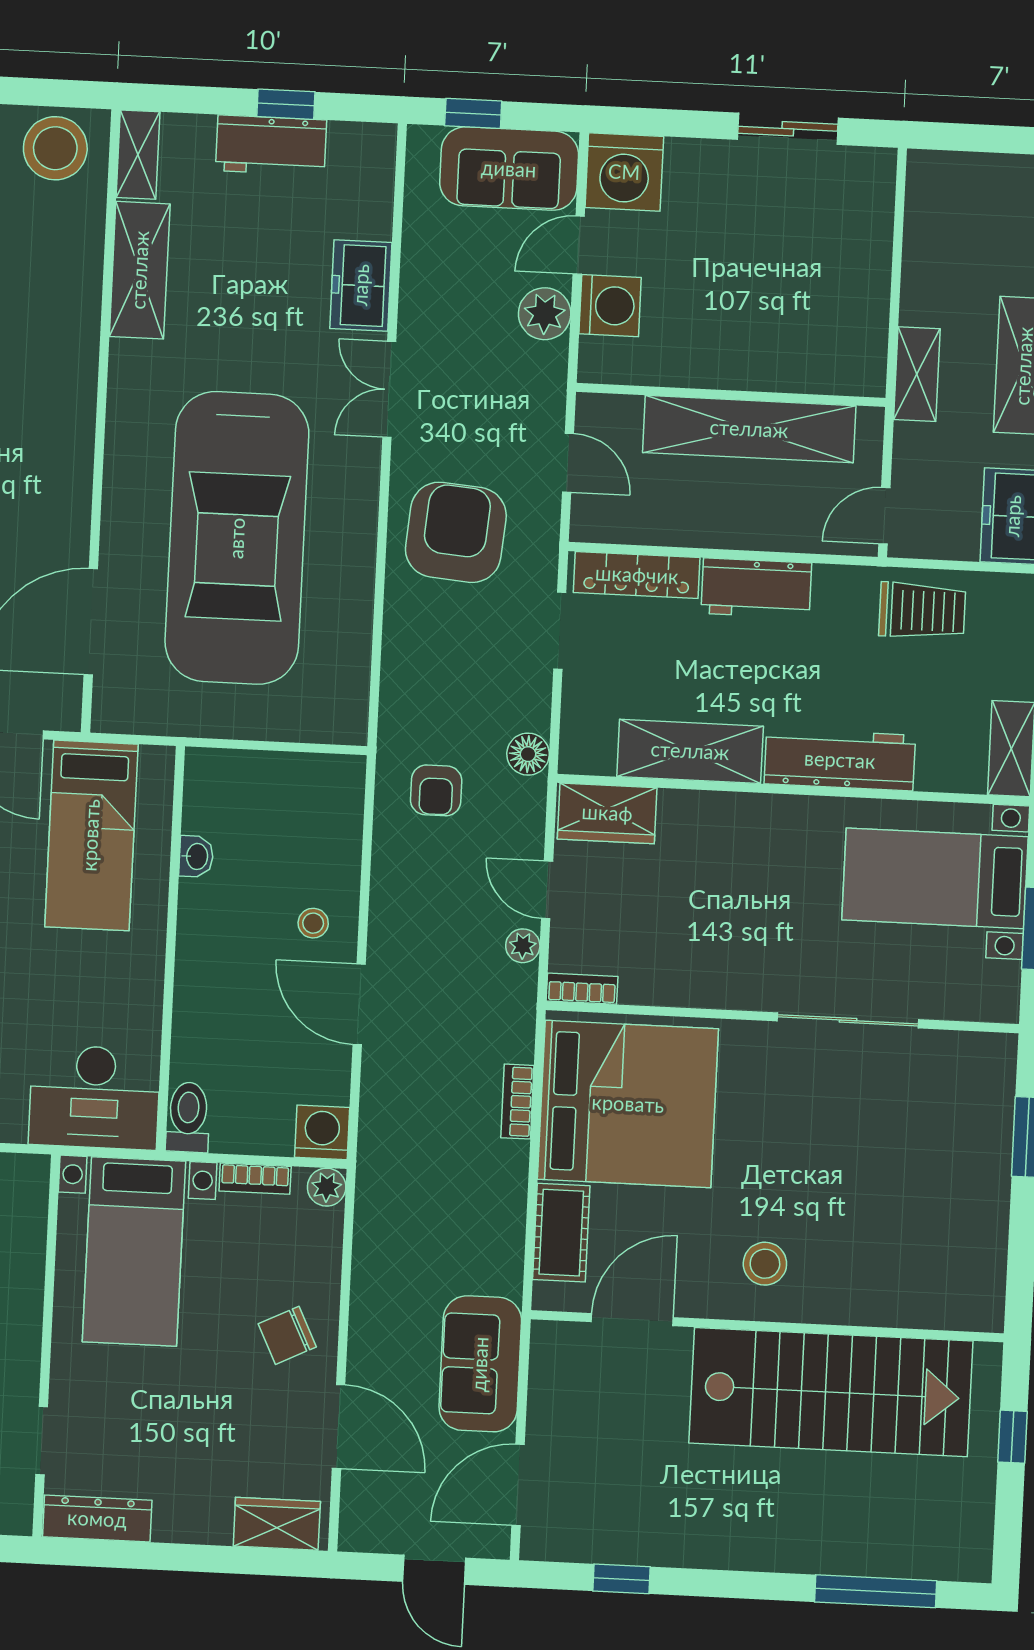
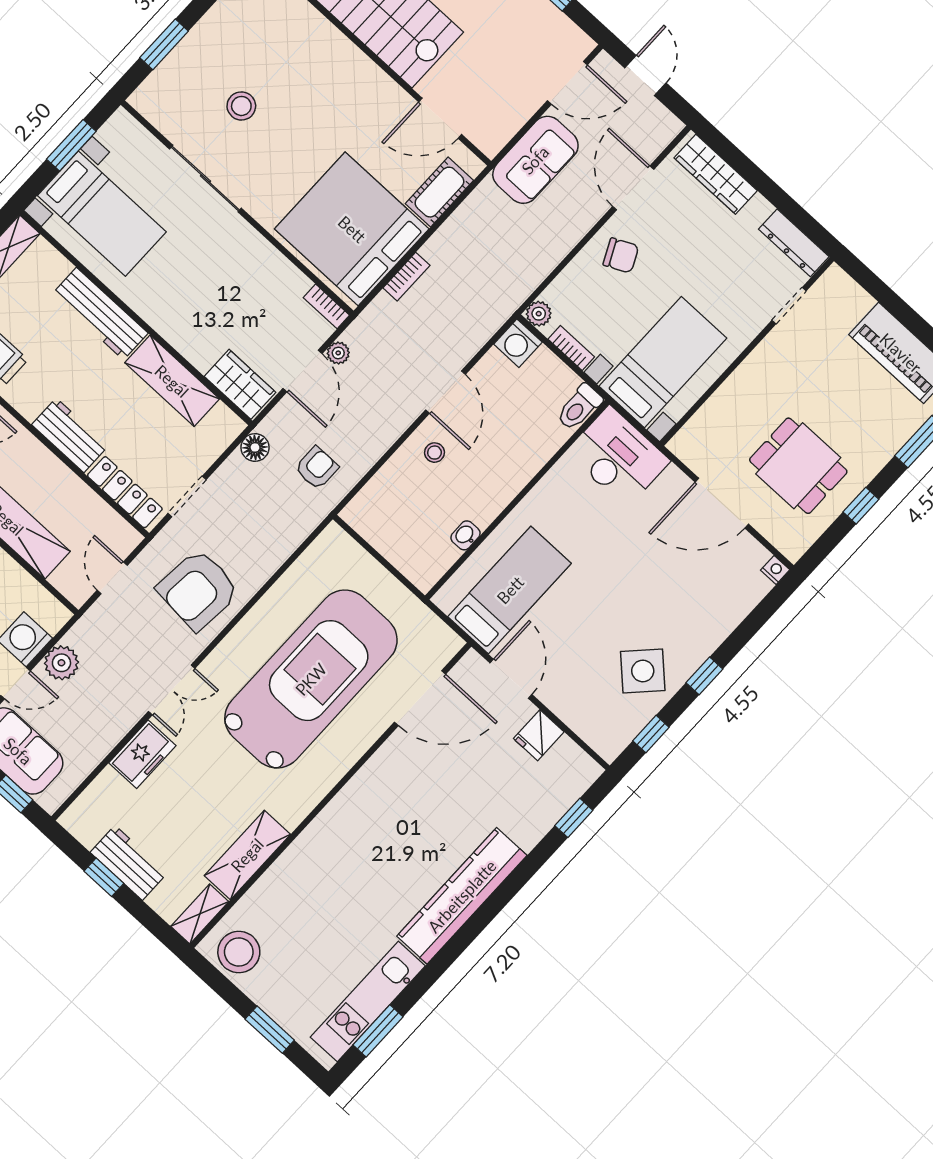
door: (547, 890) -> (302, 371), width x1.38
stool: (765, 1264) -> (241, 106), moved
wardrobe: (277, 1524) -> (716, 174), width x1.50

